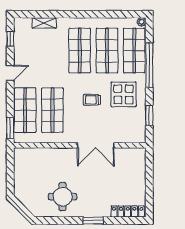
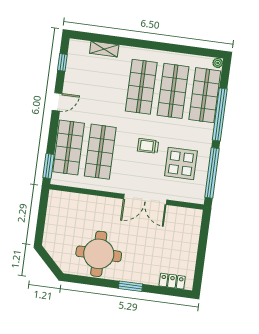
display table: (124, 94) -> (181, 163), moved
window: (149, 115) -> (212, 173), width x2.11
round table: (63, 197) -> (99, 254), width x1.36, depth x1.36
locker: (128, 211) -> (172, 281), width x0.66

